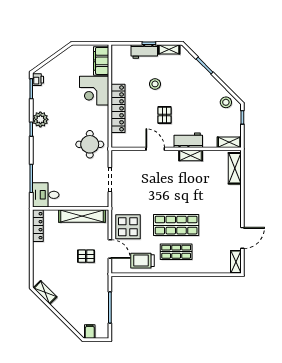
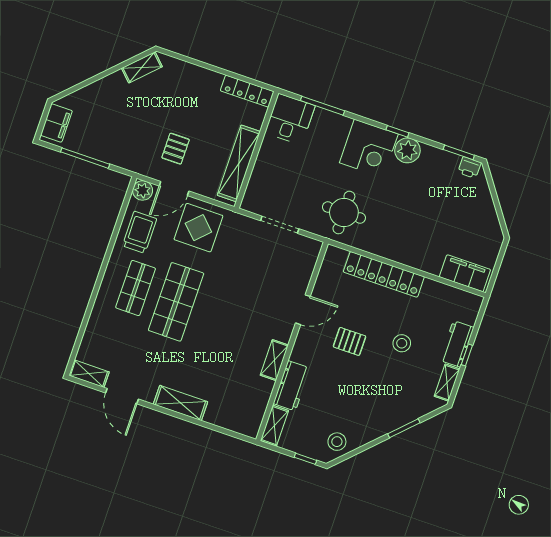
corner desk: (94, 91) -> (369, 148), moved, turned 180
workbench: (188, 140) -> (292, 386), moved
shelving: (235, 168) -> (180, 403), moved
plant: (117, 267) -> (143, 190), added
filing cabinet: (90, 331) -> (56, 123), width x2.00

